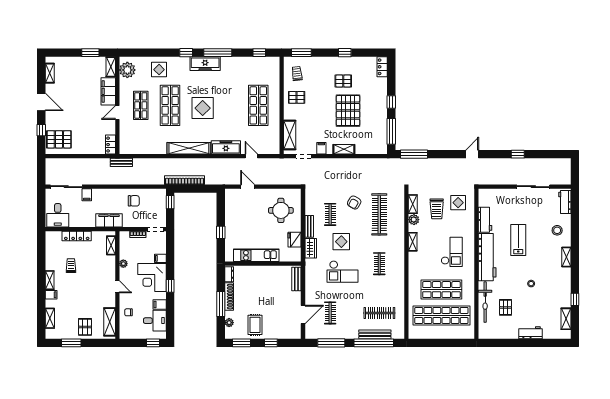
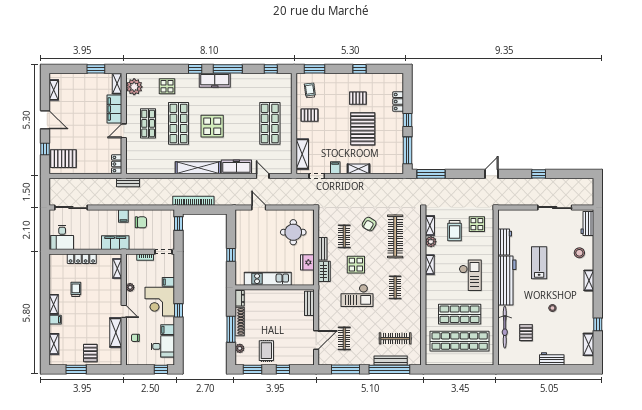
locker: (382, 67) -> (398, 102), moved
filing cabinet: (87, 195) -> (123, 216), moved
shelving: (110, 322) -> (116, 333), moved

